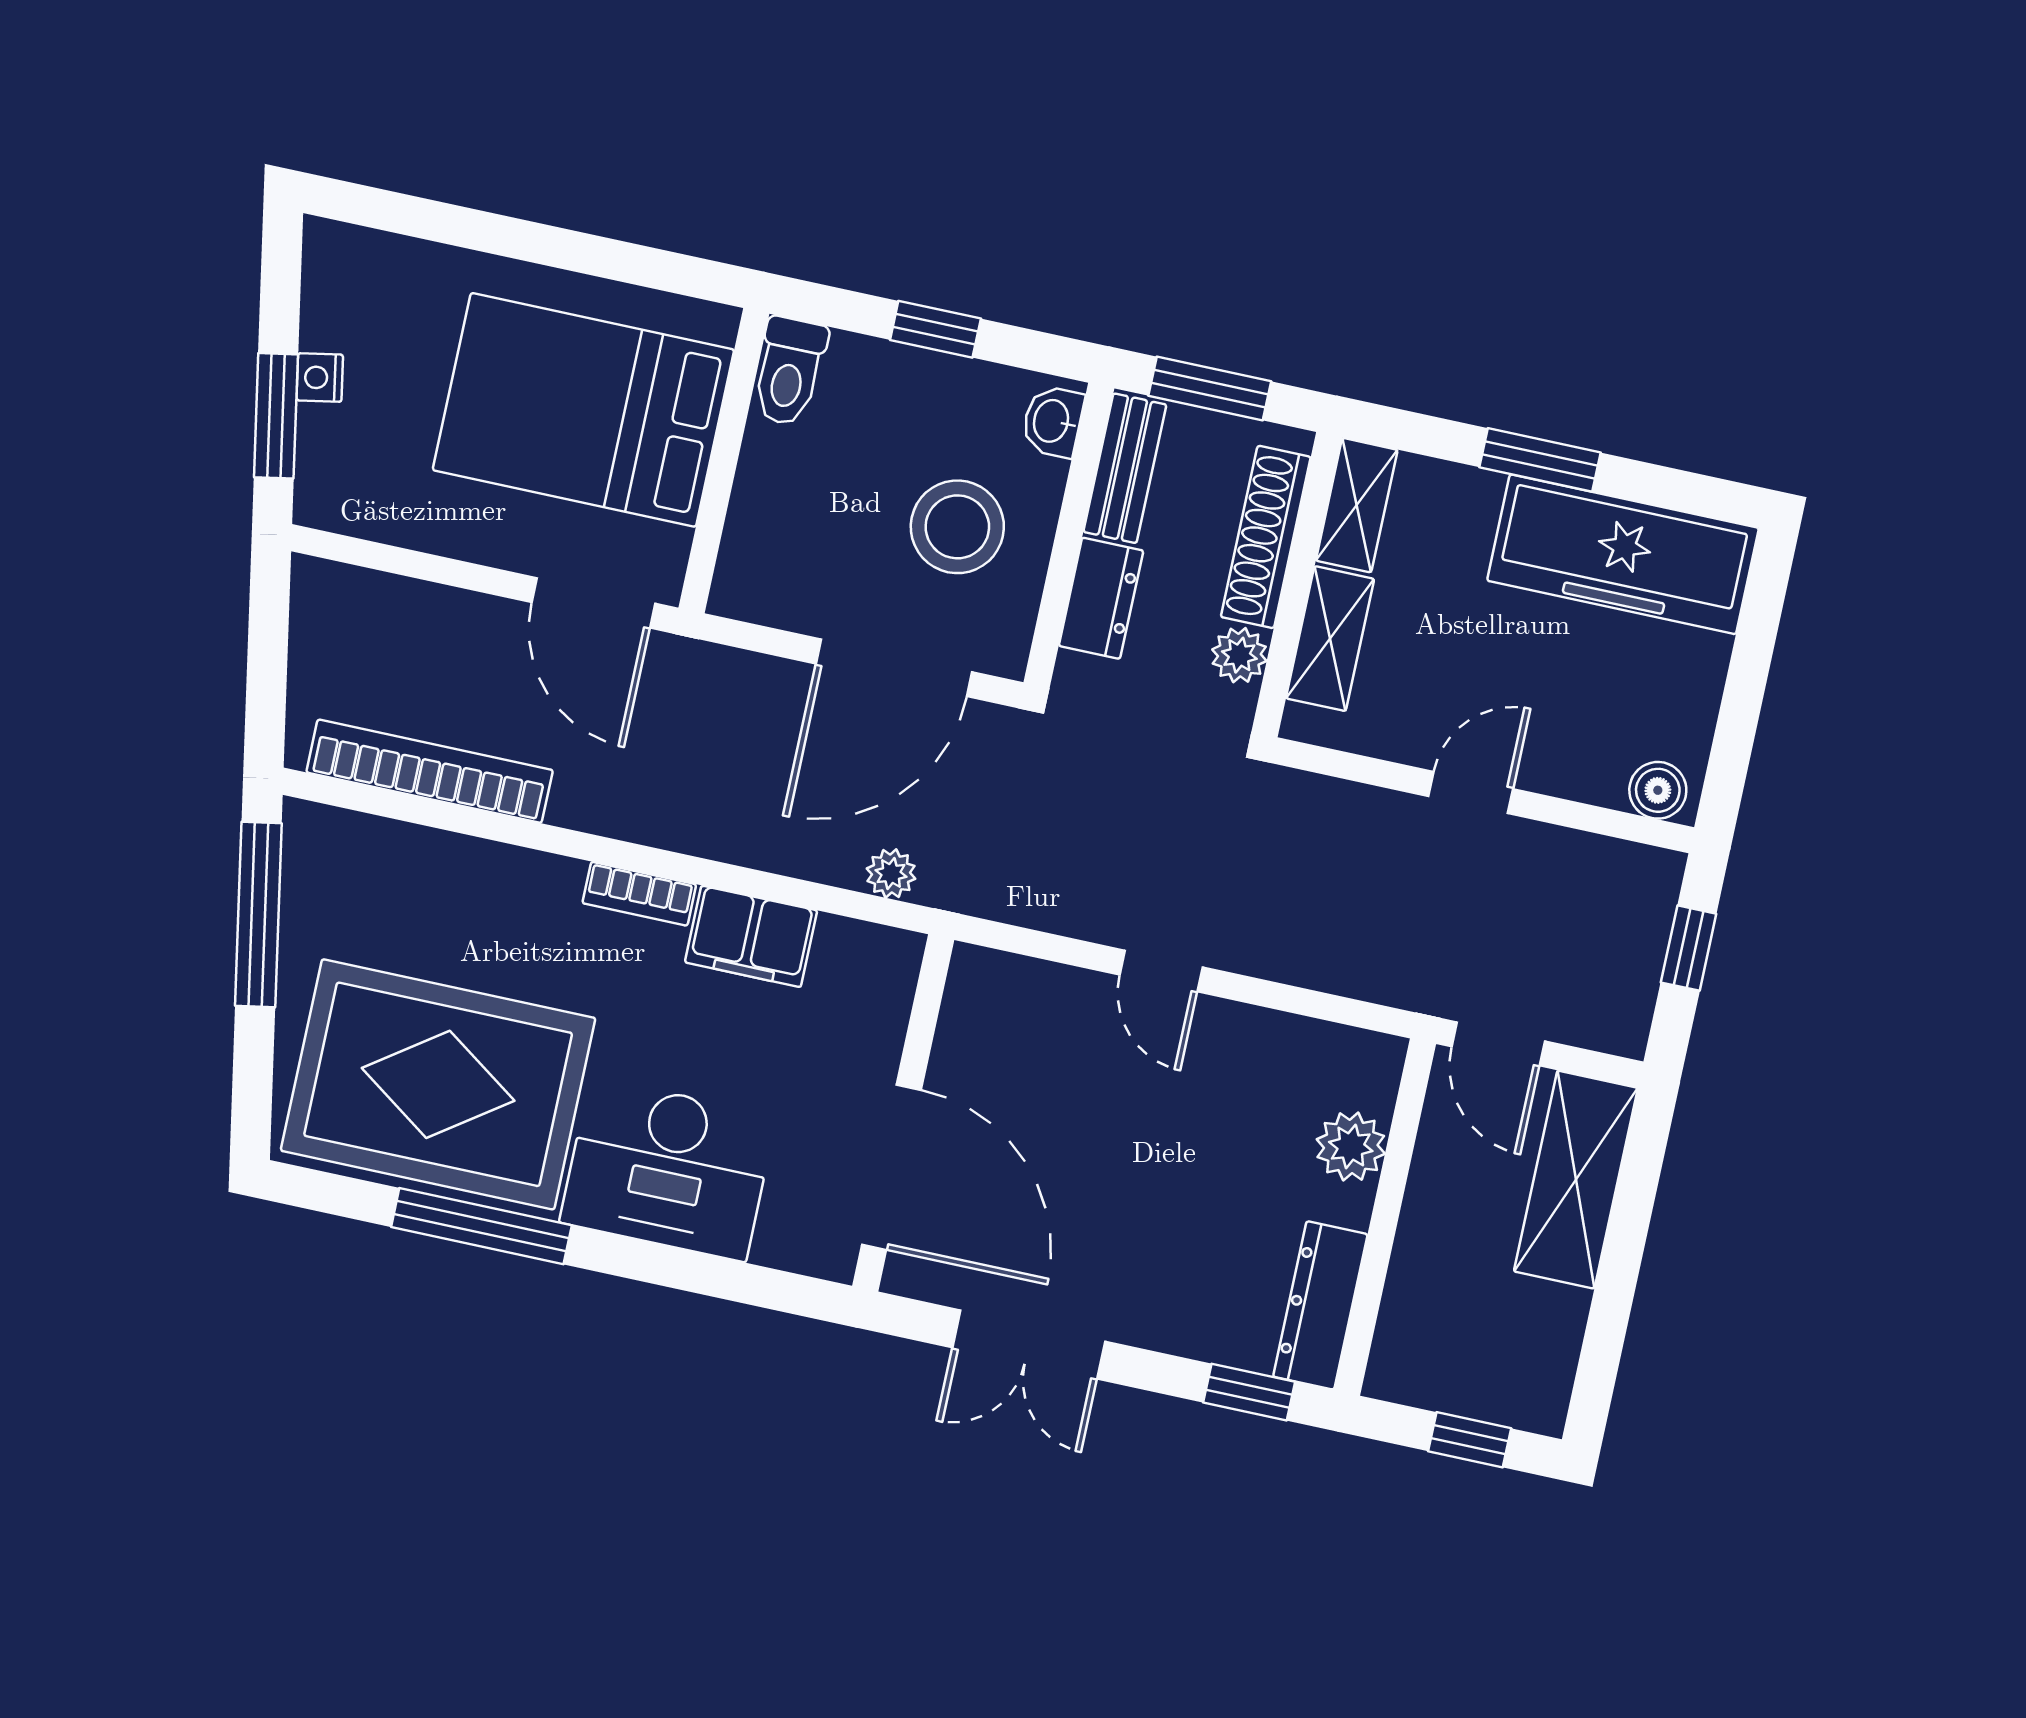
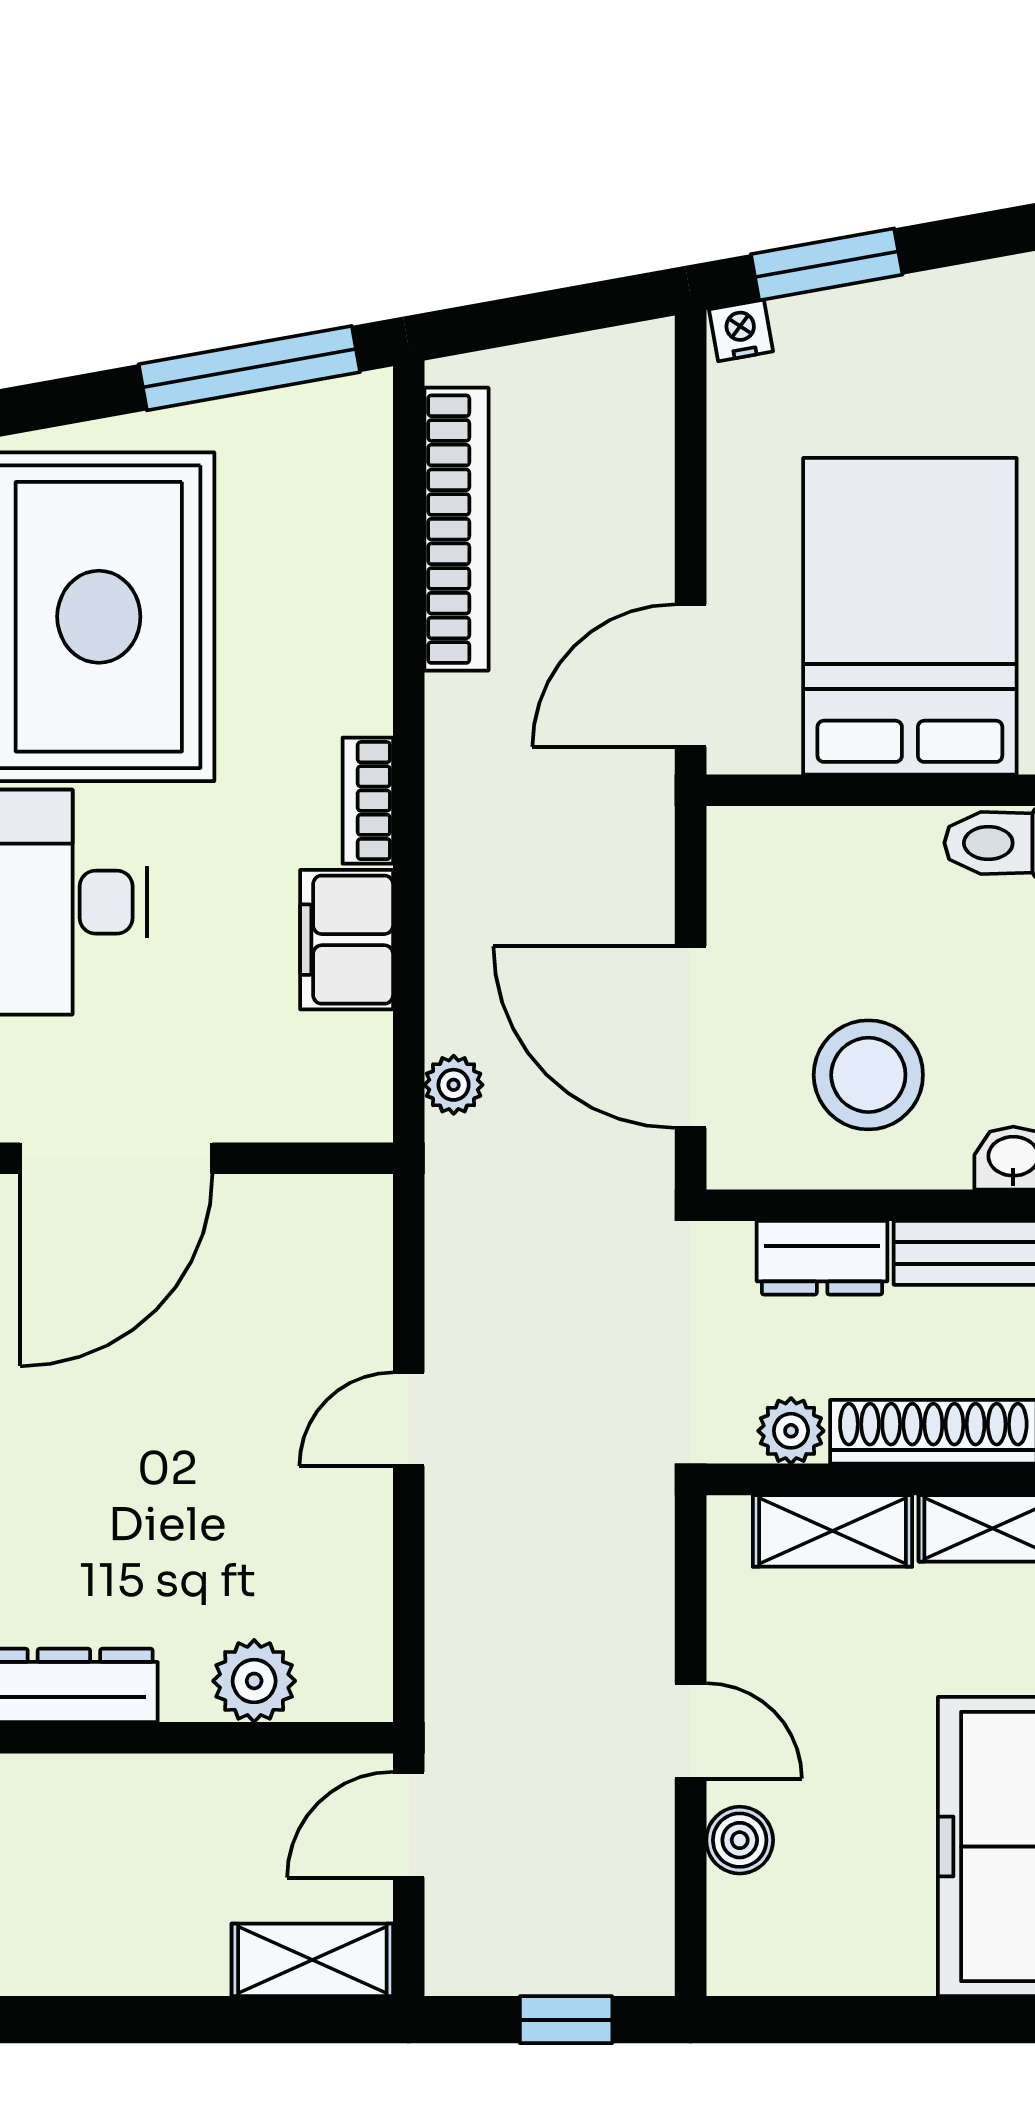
nightstand: (320, 378) -> (741, 330), moved
boiler: (1658, 790) -> (740, 1840), moved
shelving: (1576, 1180) -> (312, 1960), width x0.67, depth x0.75

